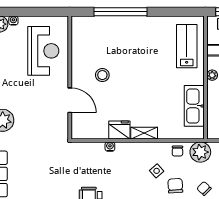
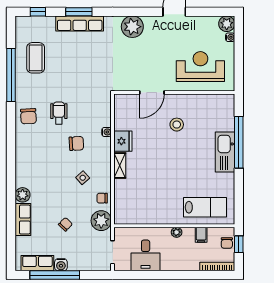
reception desk: (43, 51) -> (200, 67), turned 180
kitchen sink: (194, 106) -> (225, 152), moved, turned -90
chair: (175, 186) -> (76, 143), moved

